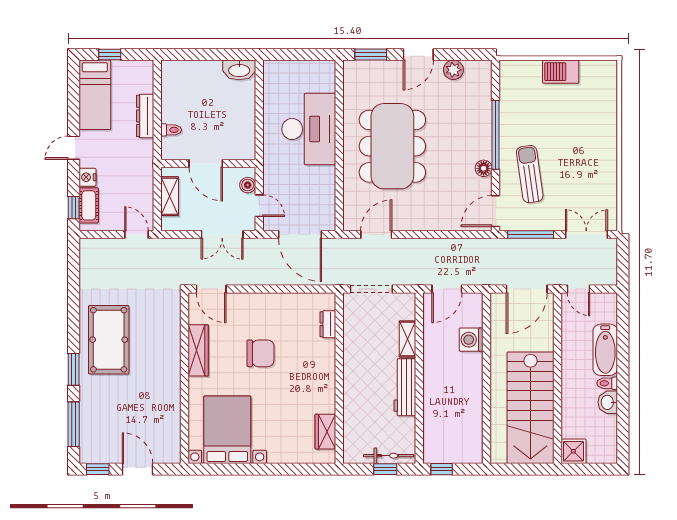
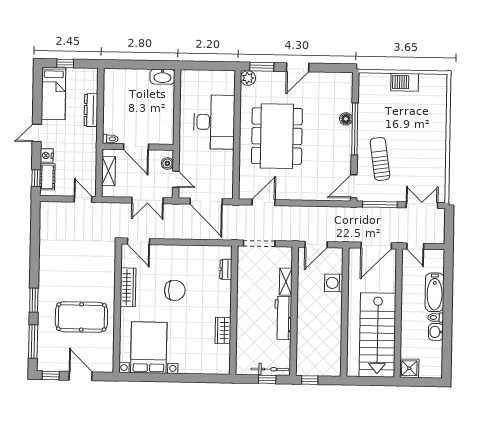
plant: (453, 70) -> (248, 78), moved
toilet: (171, 130) -> (110, 139), moved
floor lamp: (484, 168) -> (346, 119), moved
pool table: (109, 340) -> (81, 317), moved, turned 90
wardrobe: (325, 432) -> (223, 330), moved

